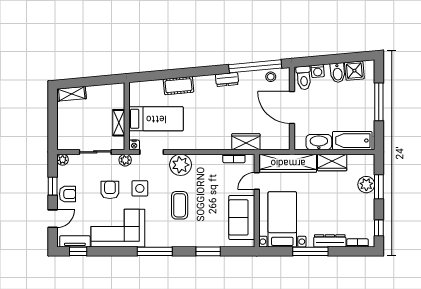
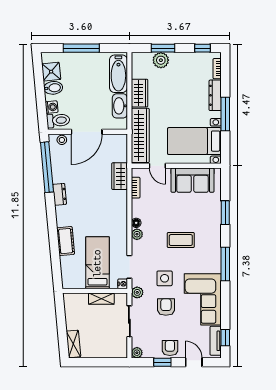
stool: (271, 77) -> (62, 140), moved
floor lamp: (197, 159) -> (136, 223), added
plant: (181, 165) -> (137, 234), width x0.53, depth x0.53
armchair: (110, 190) -> (166, 307), turned 90

